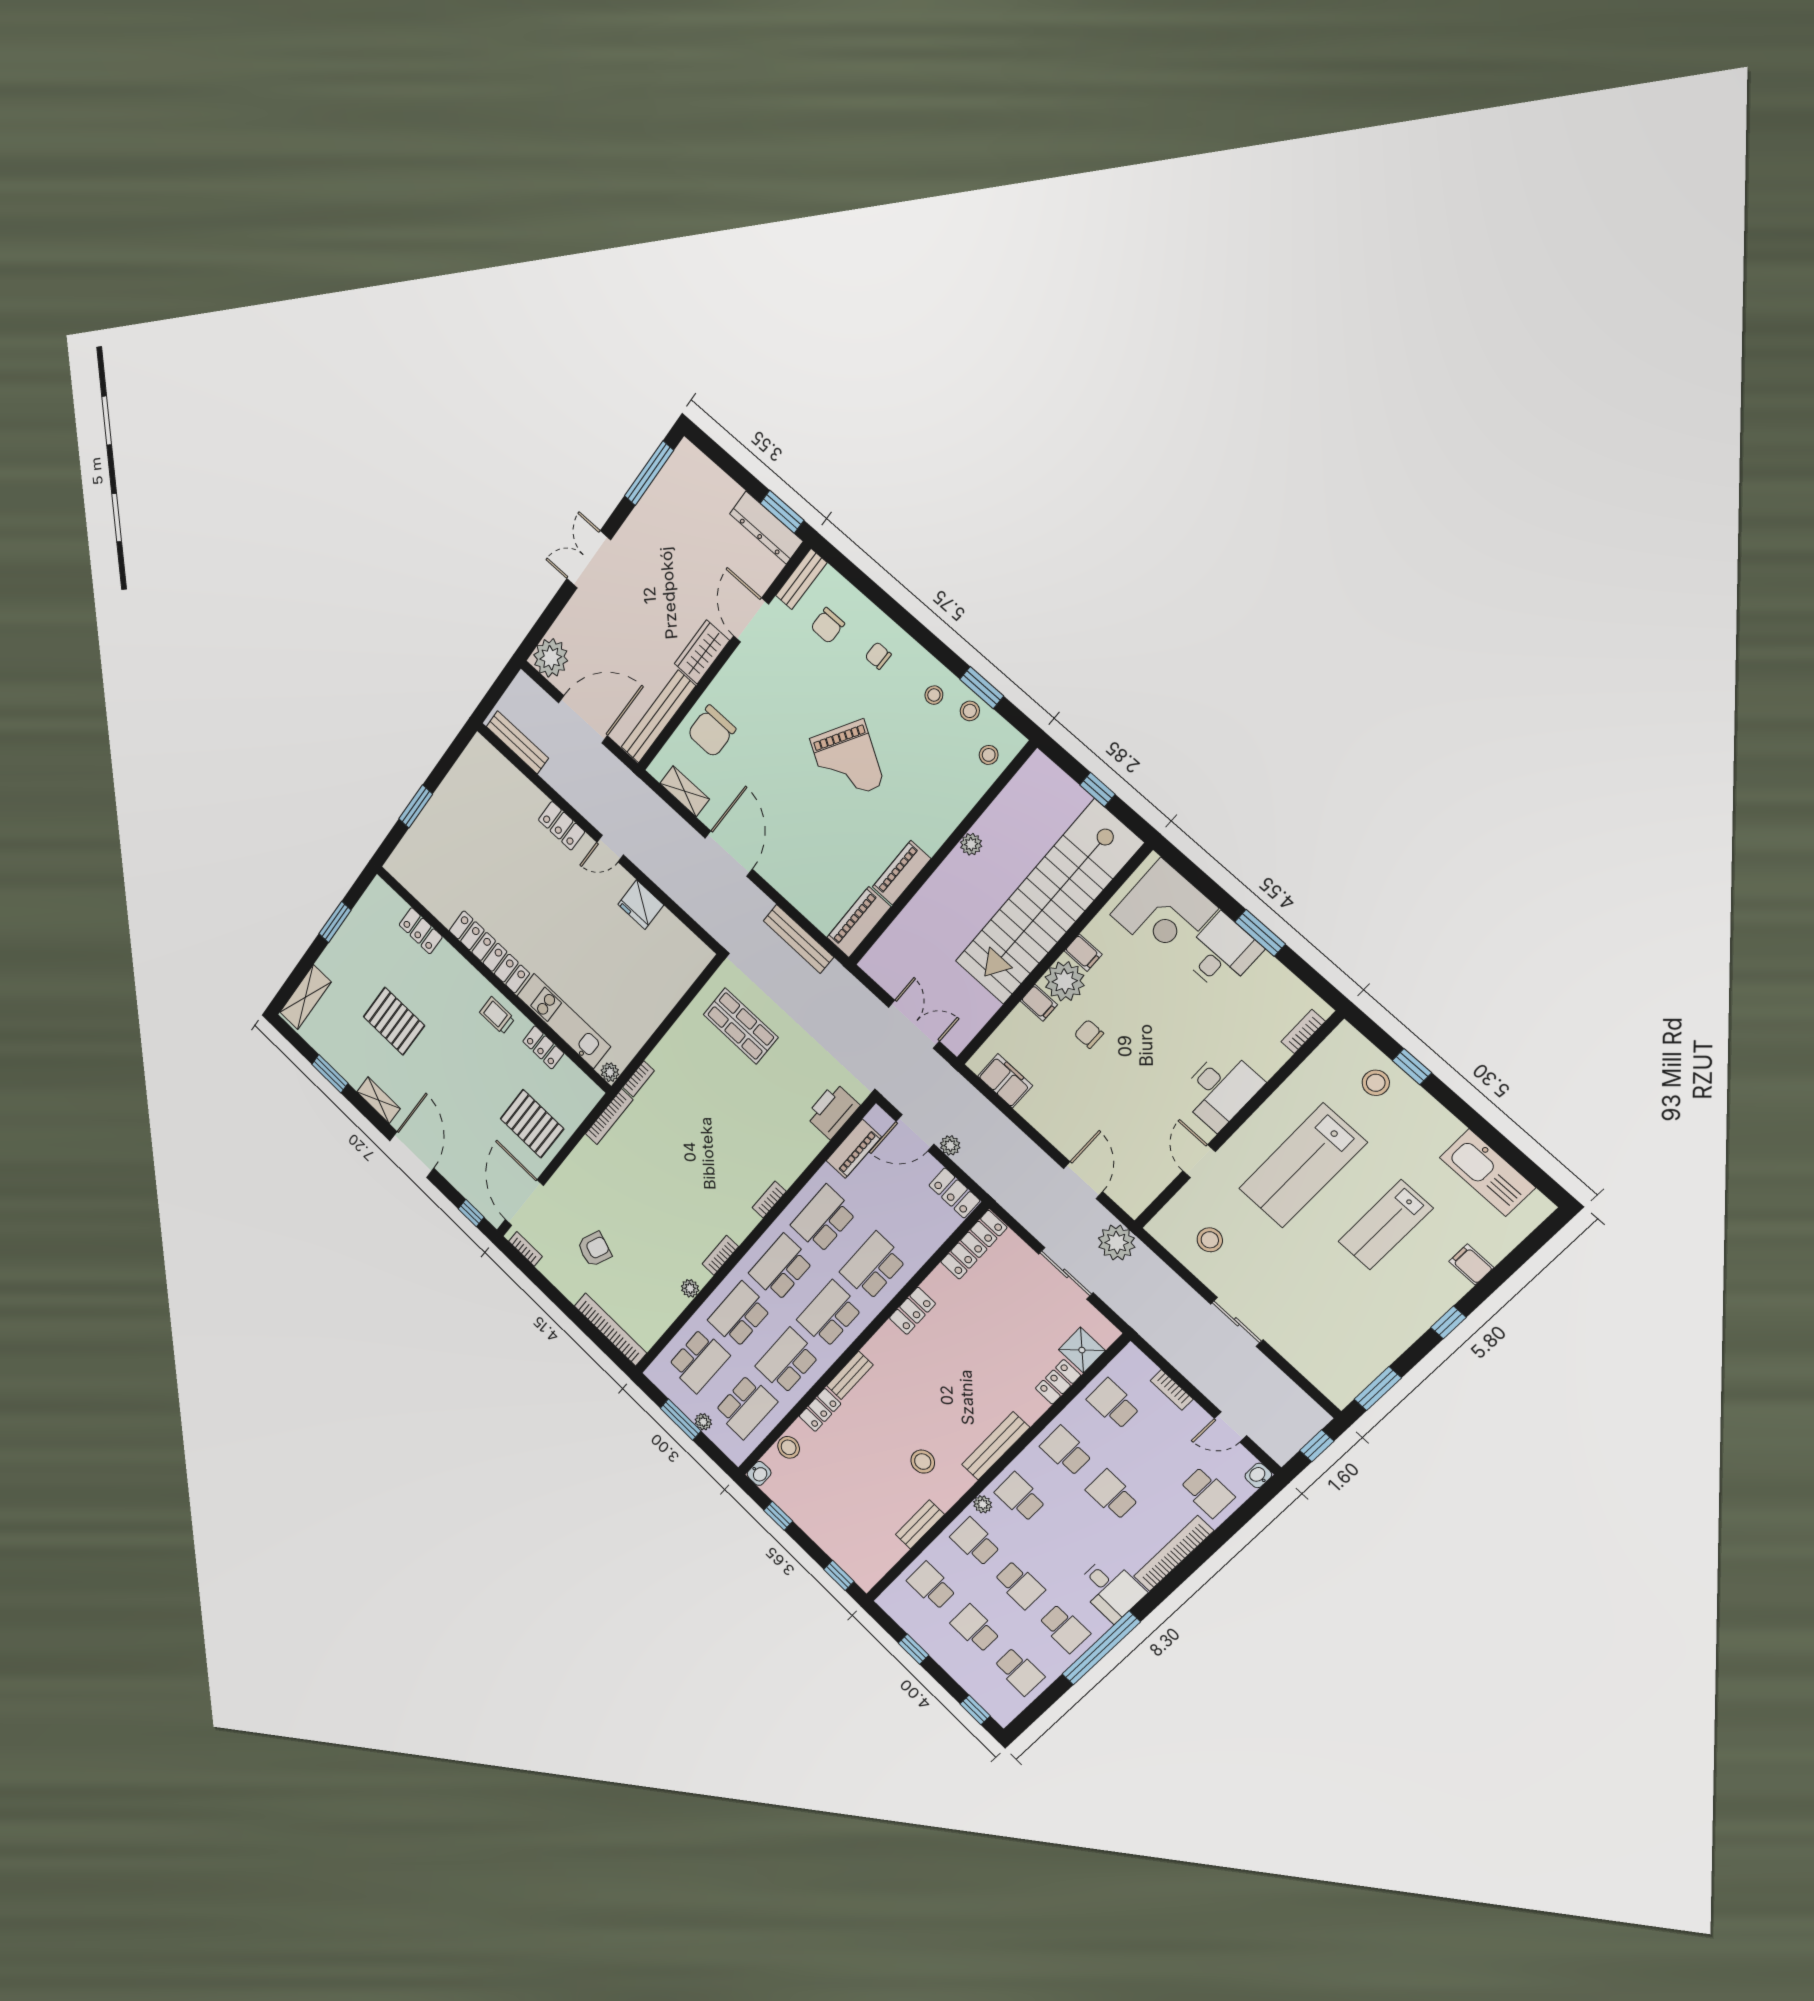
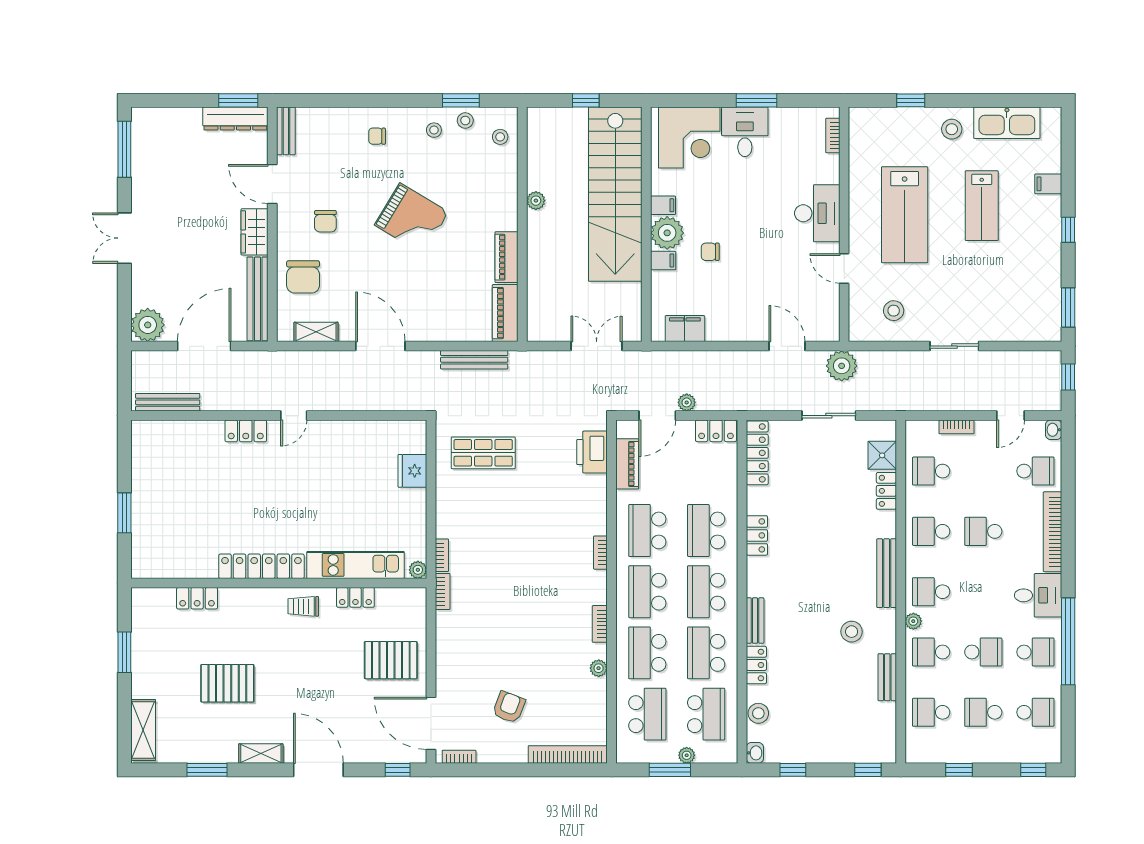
chair: (828, 626) -> (325, 221), moved
fridge: (641, 905) -> (412, 471), moved, turned 90
stool: (1376, 1083) -> (952, 129), moved
bookcase: (609, 1117) -> (443, 592), width x0.64

